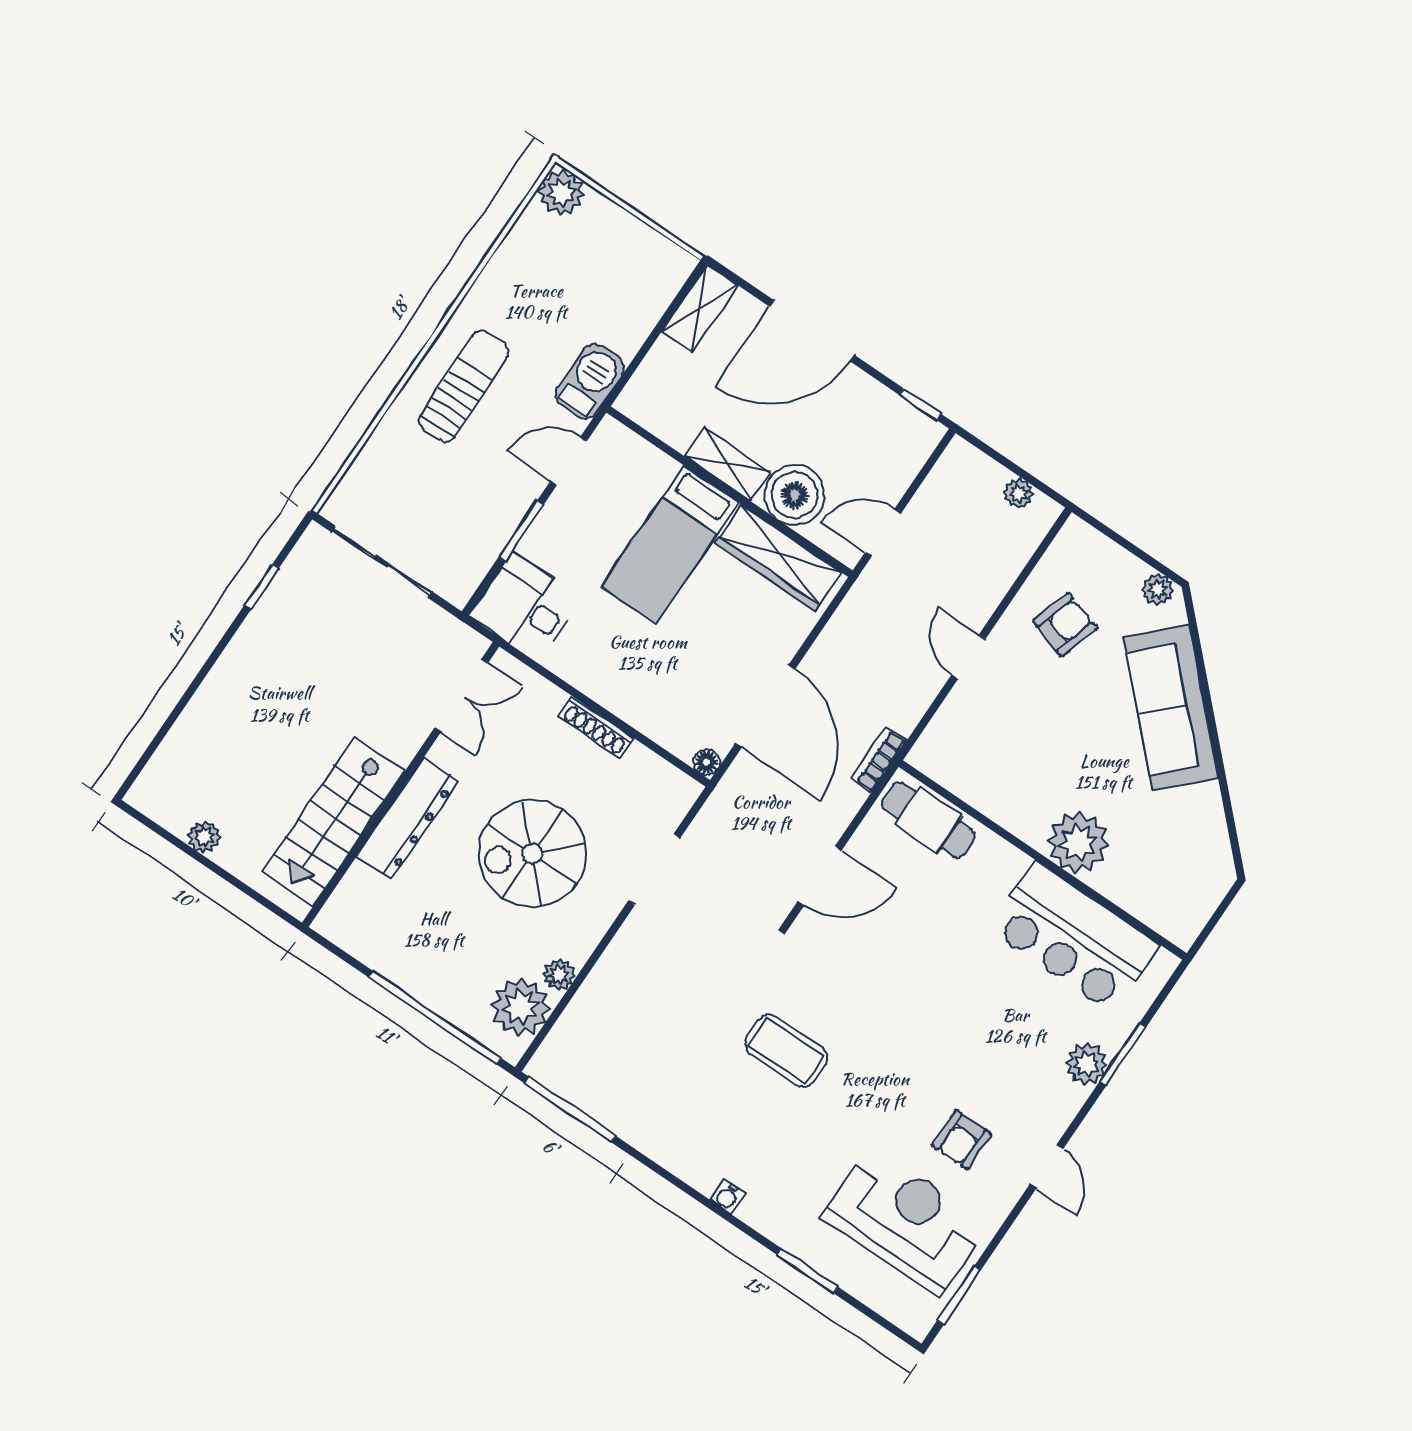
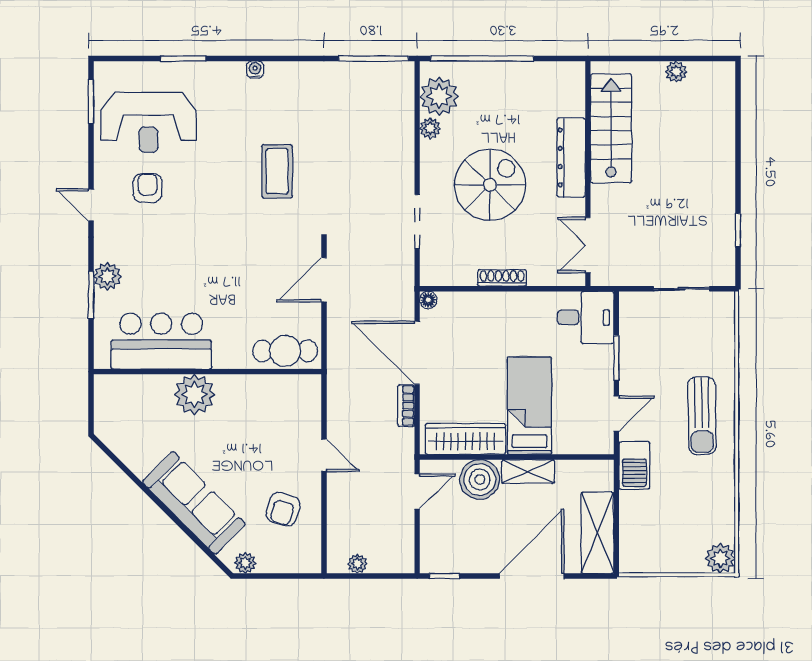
shelving: (699, 308) -> (598, 533), width x1.50, depth x1.33
sliding door: (382, 562) -> (681, 289), width x0.73
bookcase: (879, 759) -> (406, 406), moved, turned 180
coffee table: (786, 1051) -> (277, 171), turned 90

